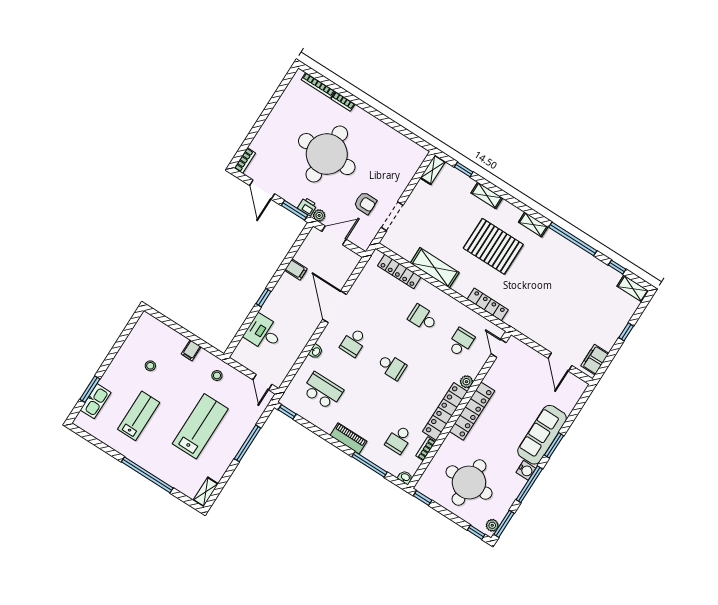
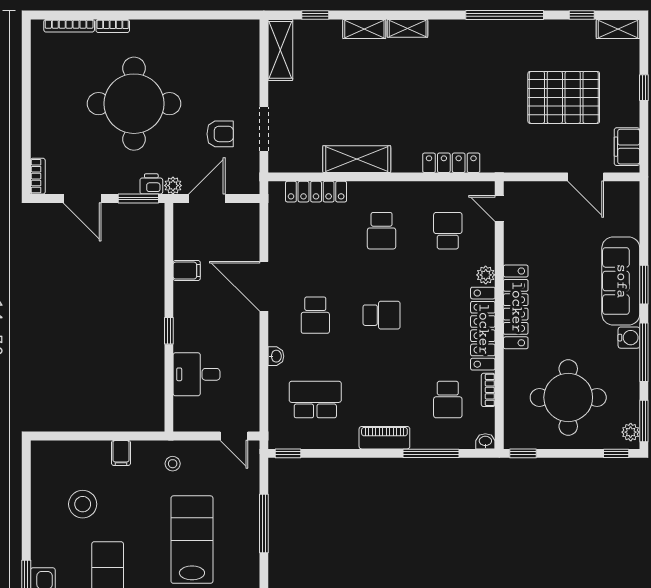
shelving: (433, 170) -> (280, 50), width x1.50, depth x1.33
shelving: (533, 225) -> (408, 28), moved
pallet: (493, 246) -> (564, 97), moved
school desk: (423, 318) -> (382, 231), turned -90
stool: (150, 366) -> (83, 504), width x1.89, depth x1.89

